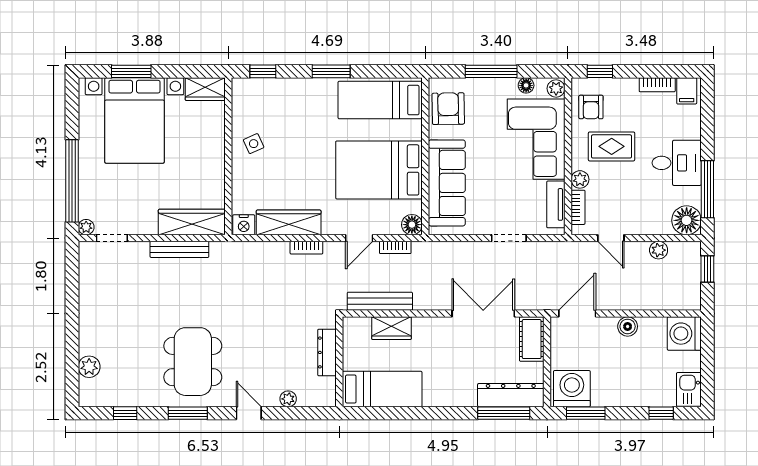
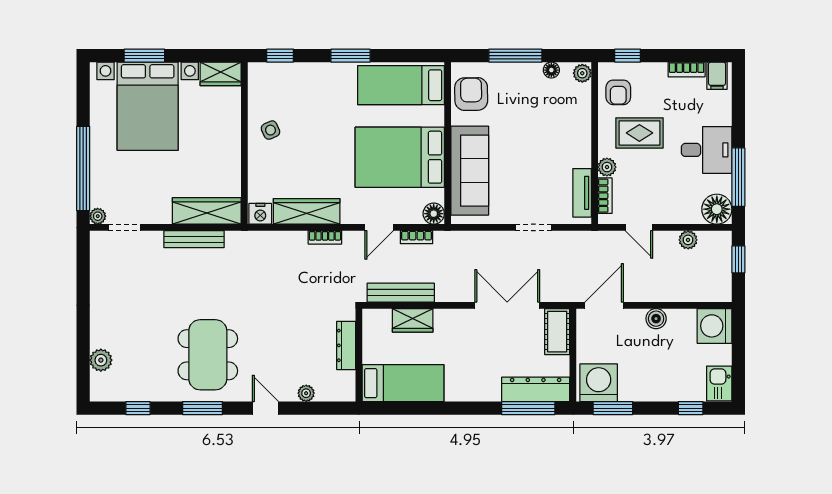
corner sofa: (536, 139) -> (562, 125), removed

